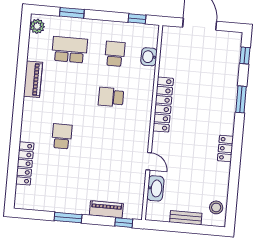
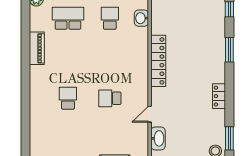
school desk: (111, 97) -> (110, 98), moved
door: (149, 161) -> (150, 114), swing flipped
locker: (25, 163) -> (36, 126), removed
window: (232, 195) -> (229, 138), added

